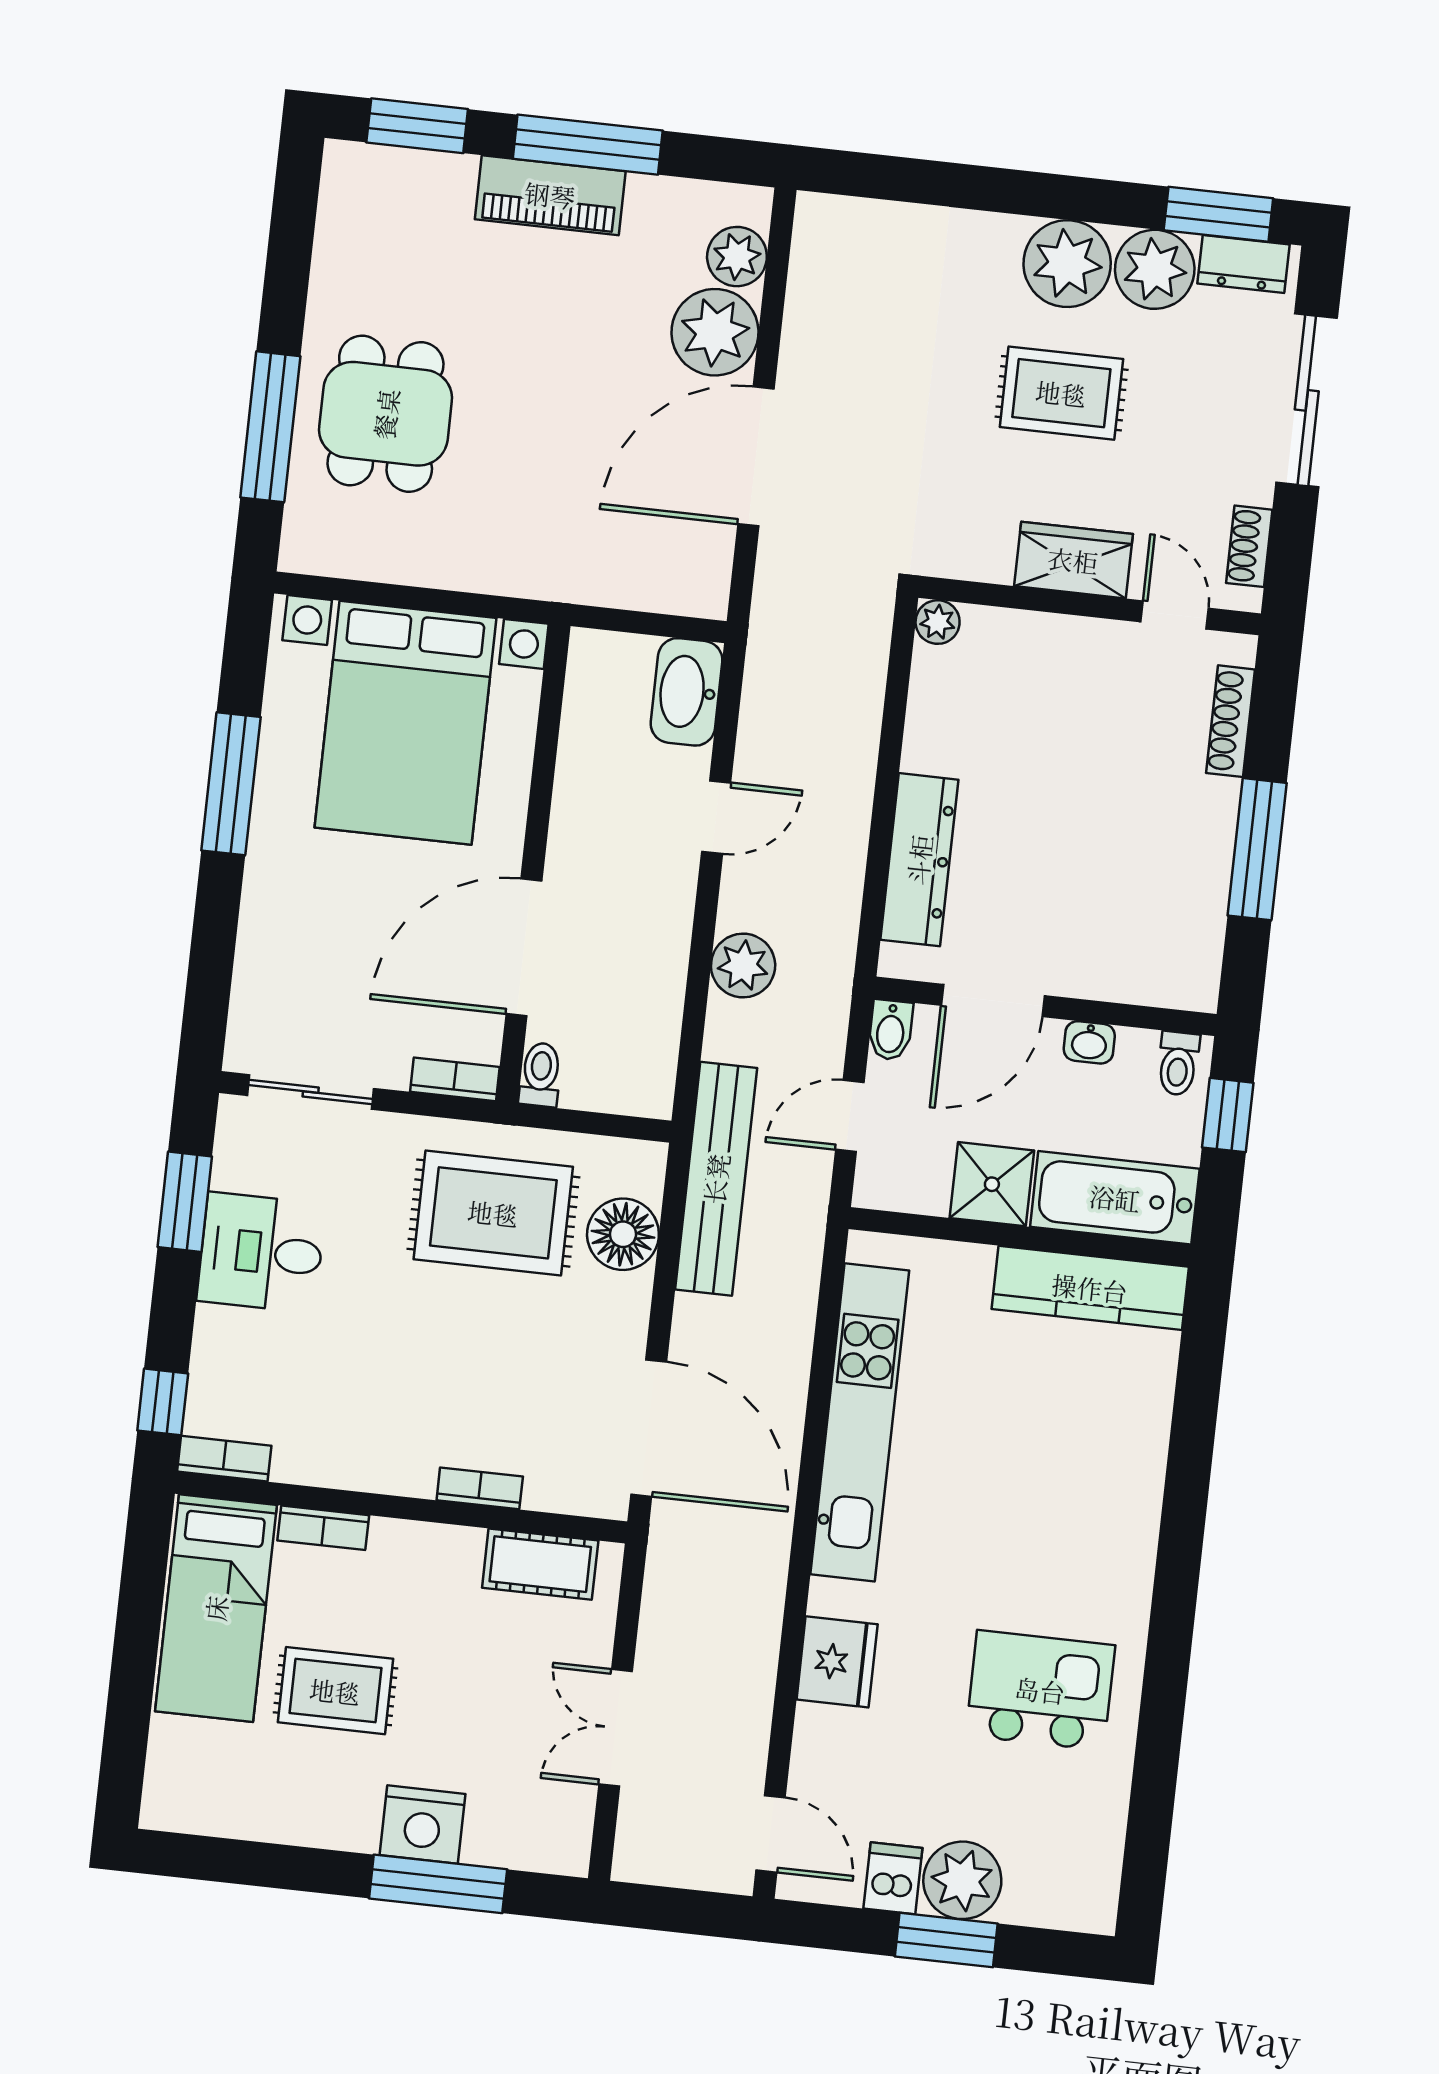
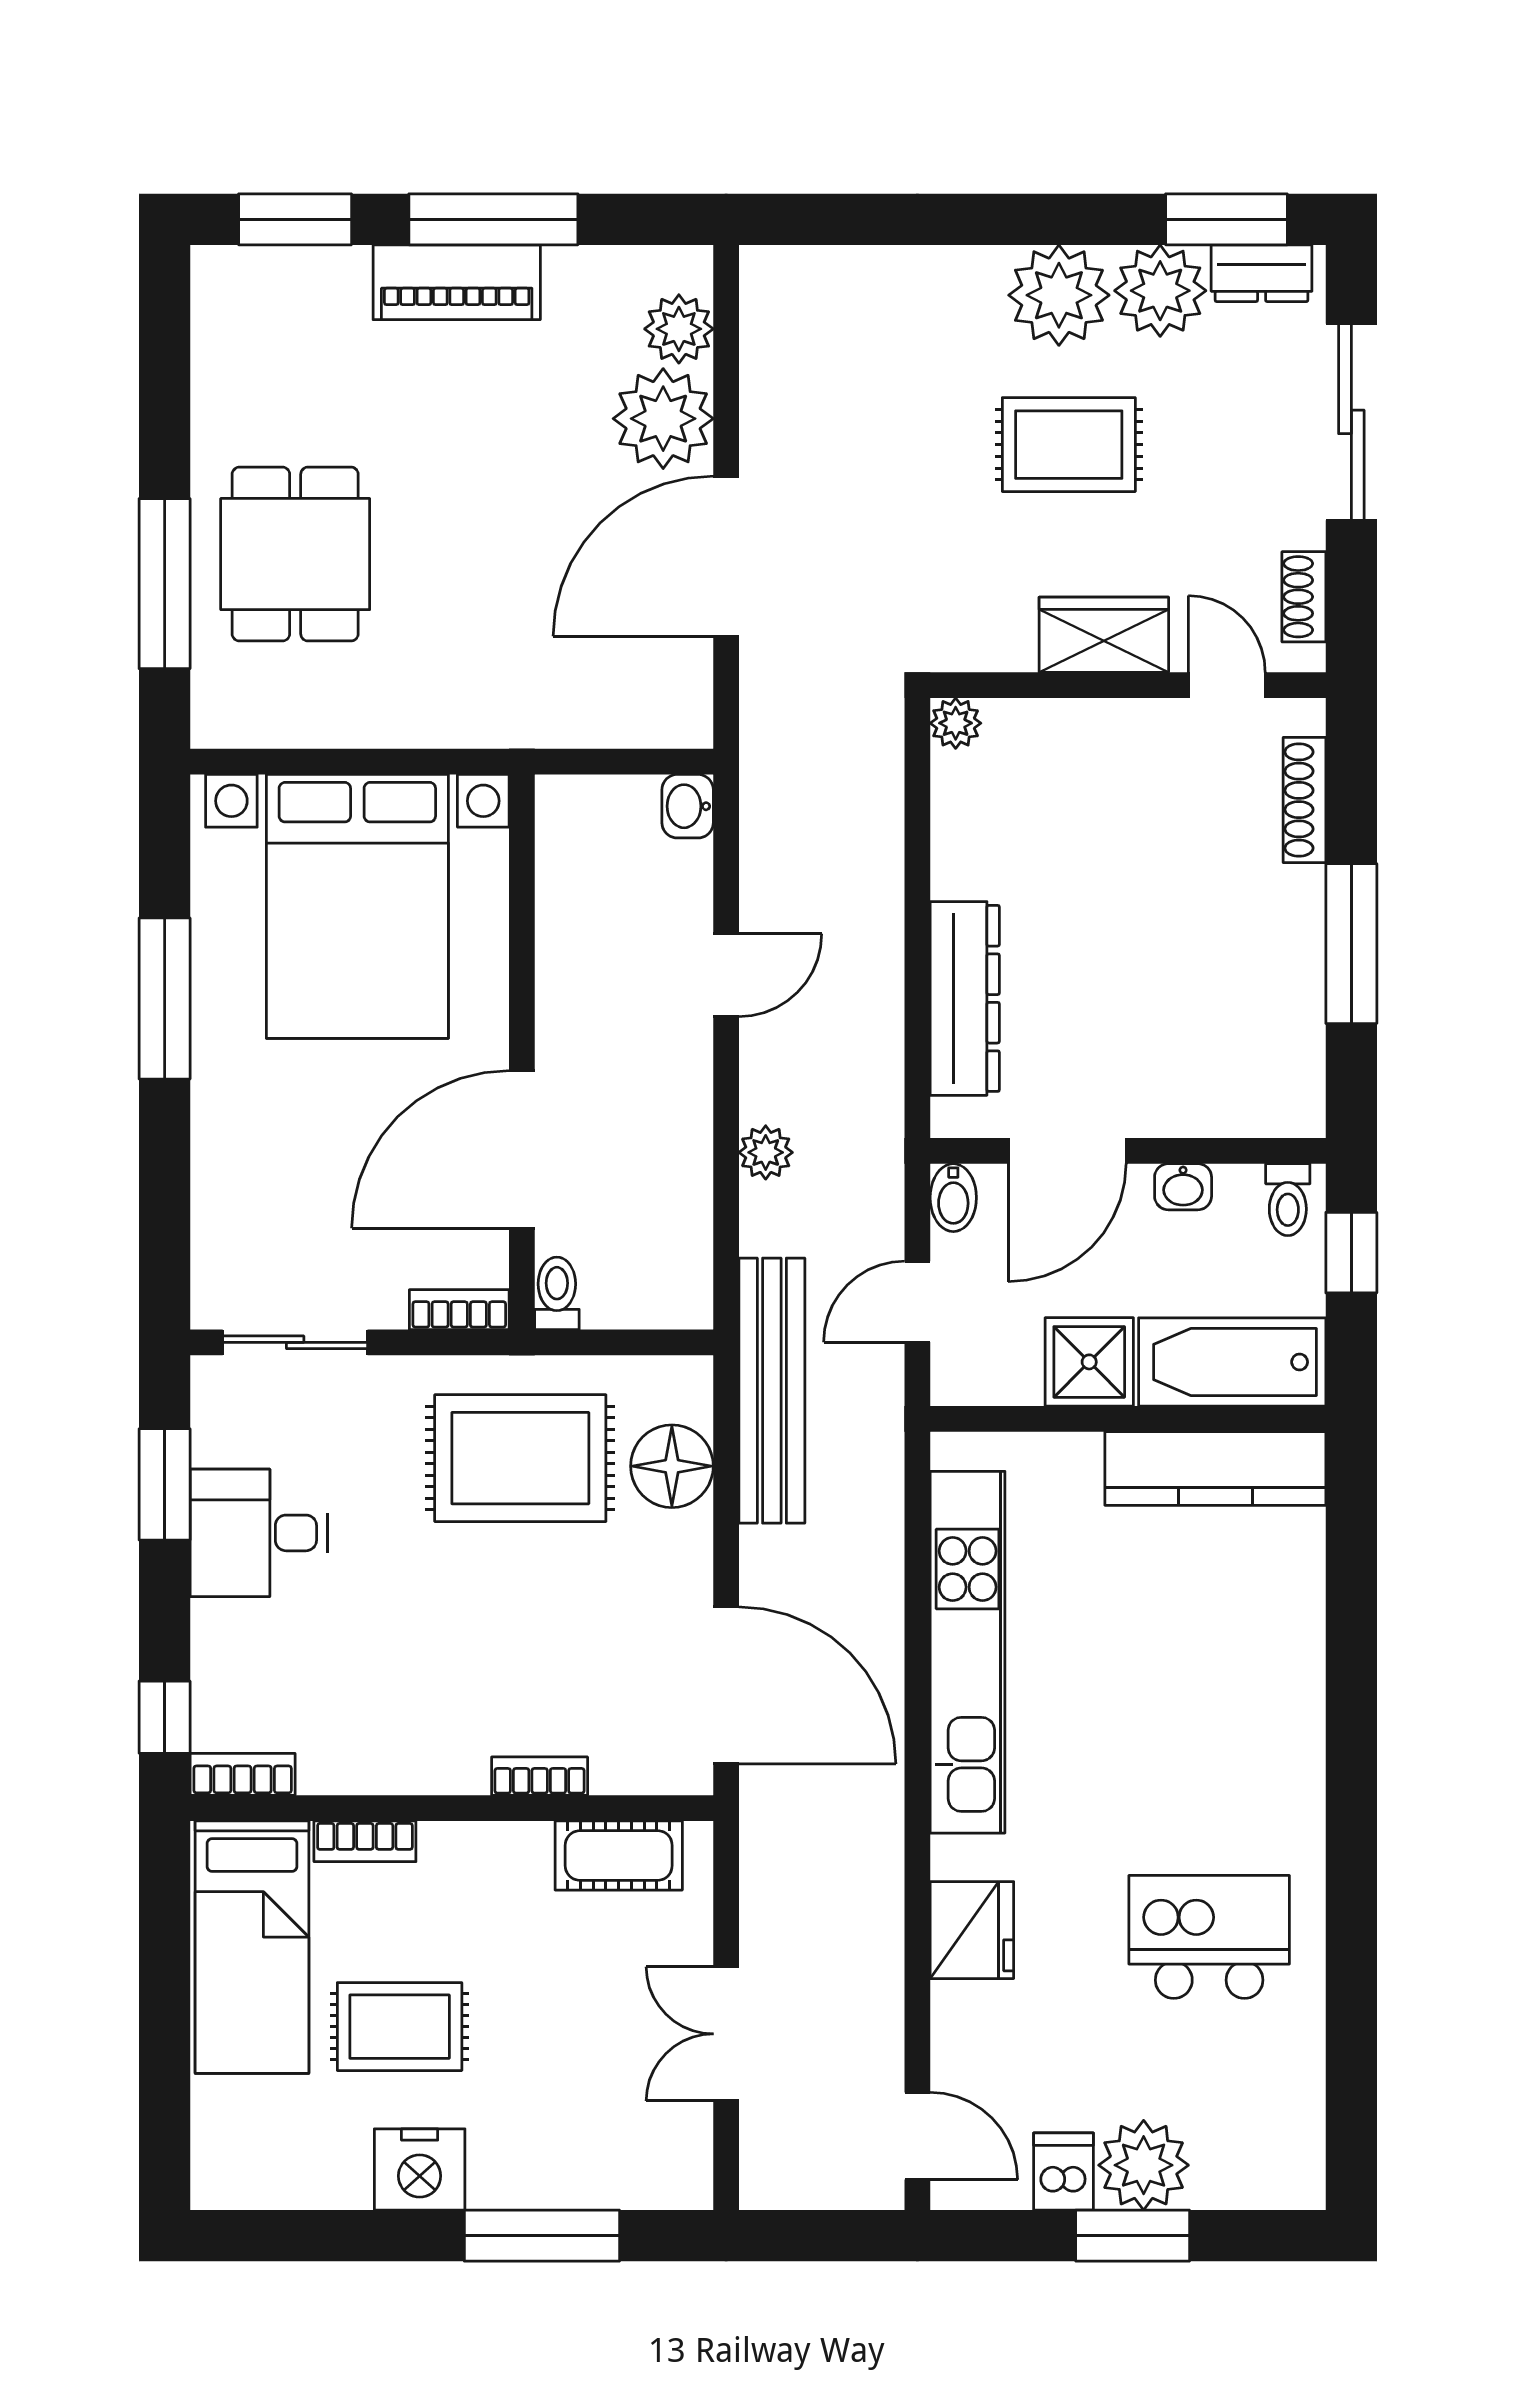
washbasin: (687, 692) -> (688, 806), width x0.52, depth x0.69
plant: (743, 966) -> (766, 1152), width x0.73, depth x0.73
nightstand: (422, 1825) -> (420, 2169), moved

